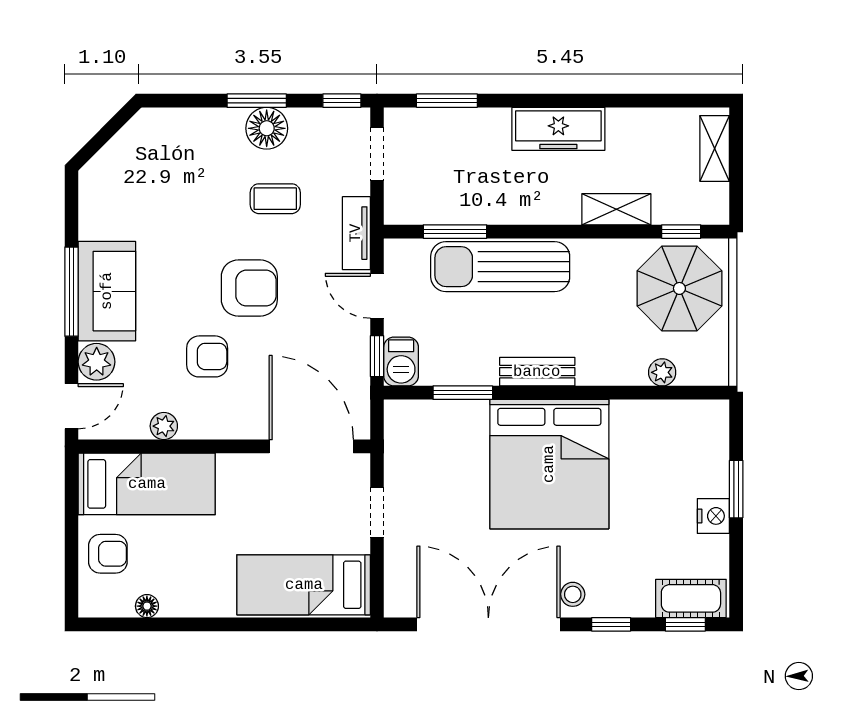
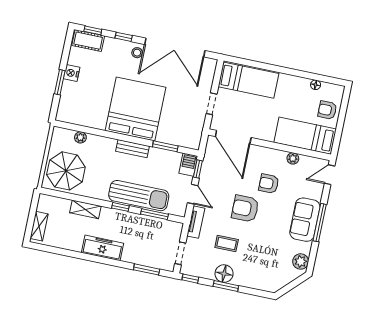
window: (681, 232) -> (120, 207), moved
plant: (97, 362) -> (301, 261), moved

